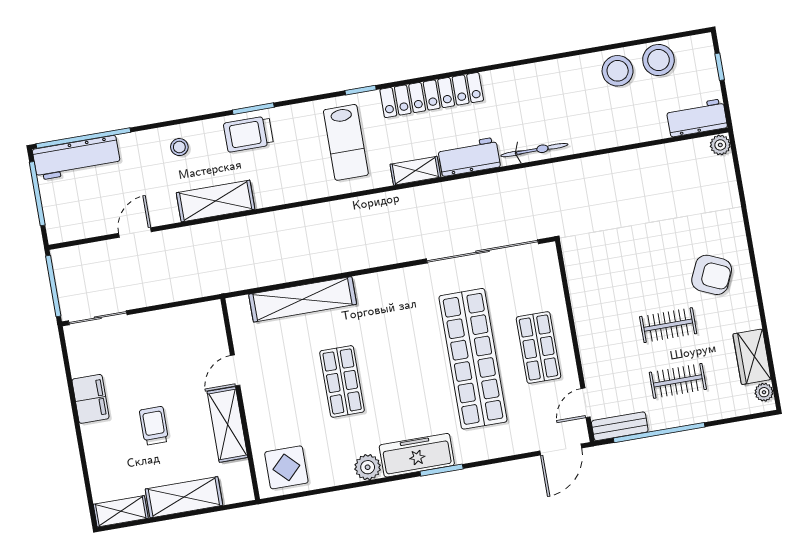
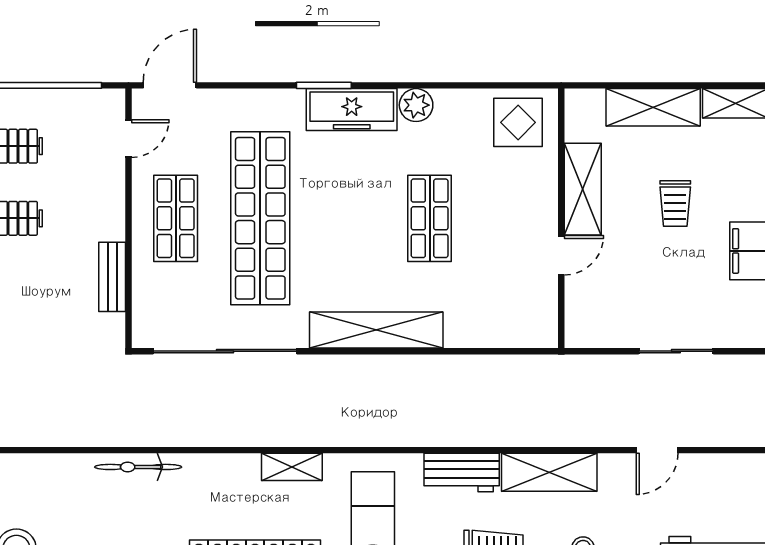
workbench: (469, 157) -> (462, 473), moved
shelving: (303, 299) -> (376, 330), moved
sliding door: (98, 318) -> (676, 351), moved
bench: (620, 426) -> (112, 277), moved, turned 90

